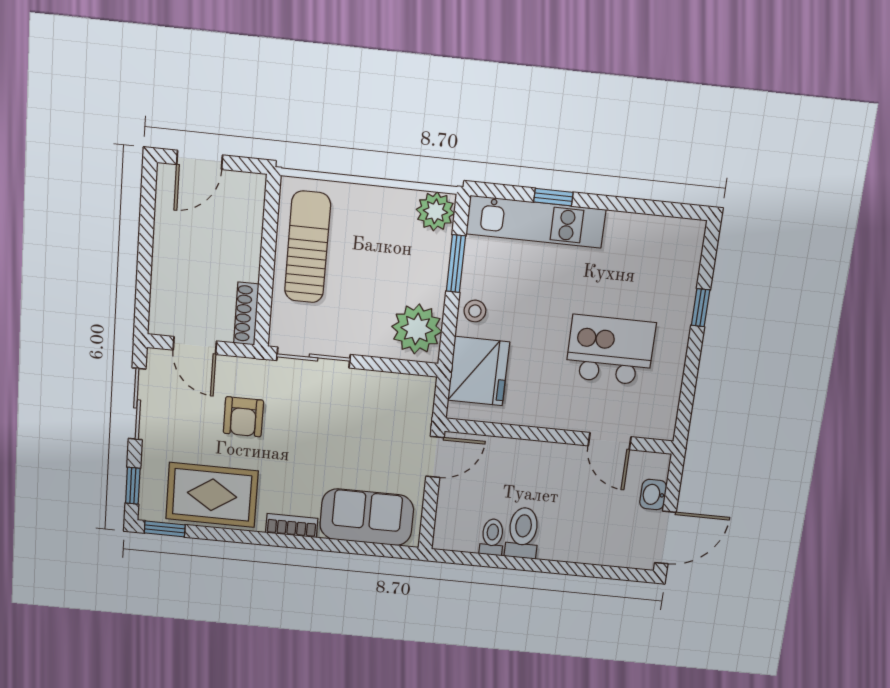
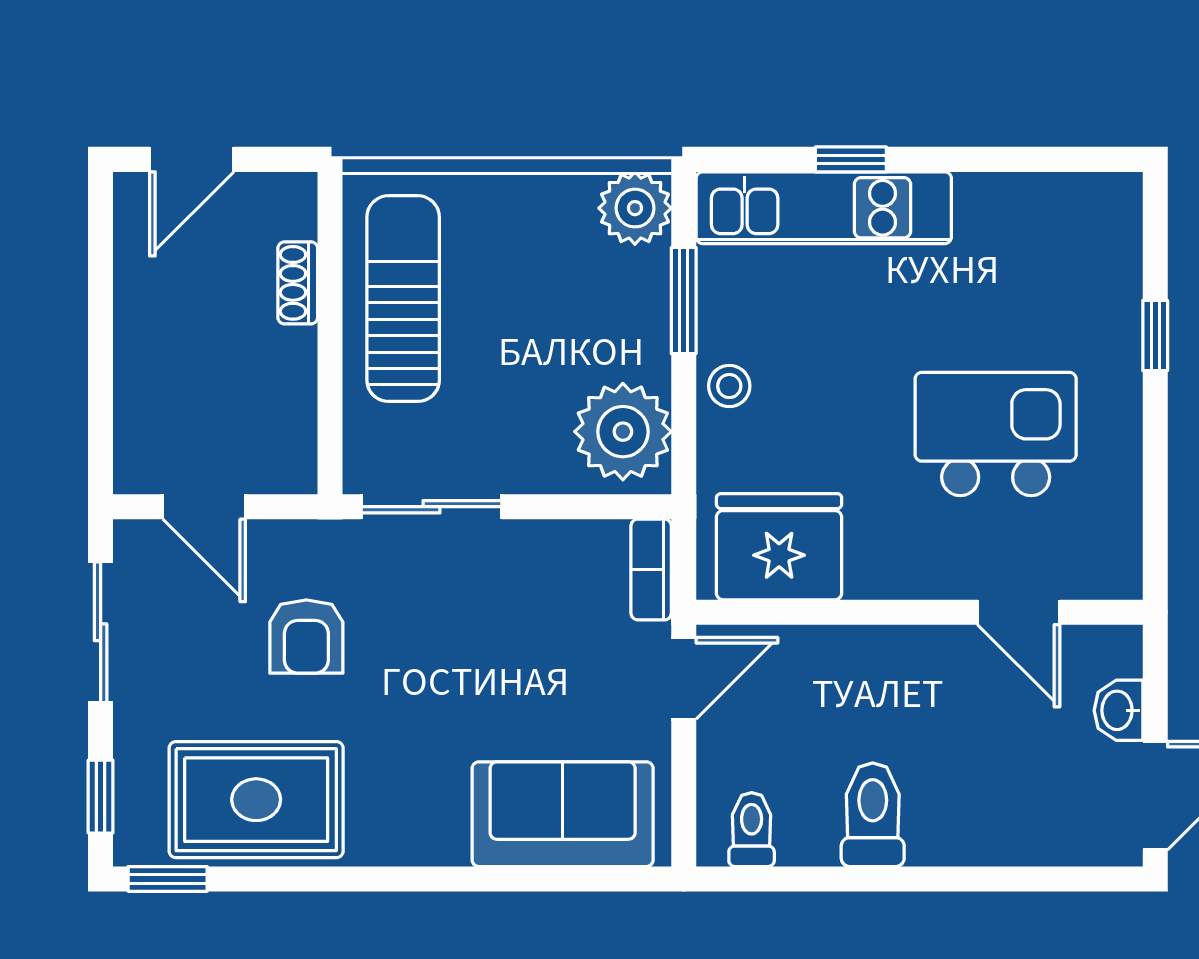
shoe rack: (246, 314) -> (298, 283), moved, width x0.70
fridge: (479, 371) -> (779, 547), moved, turned -90
bookcase: (292, 526) -> (651, 570), moved, turned -90
toilet: (492, 537) -> (752, 830), moved

